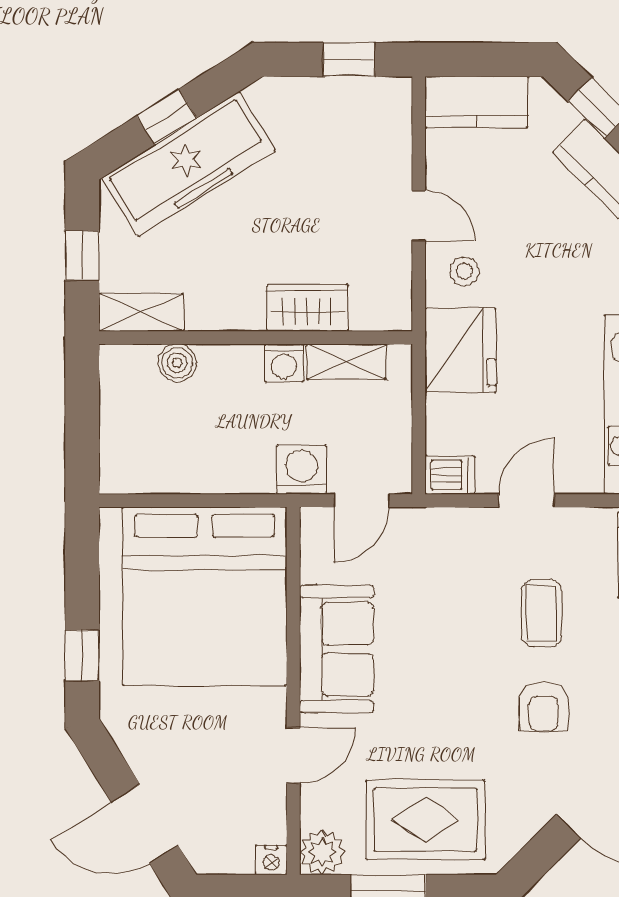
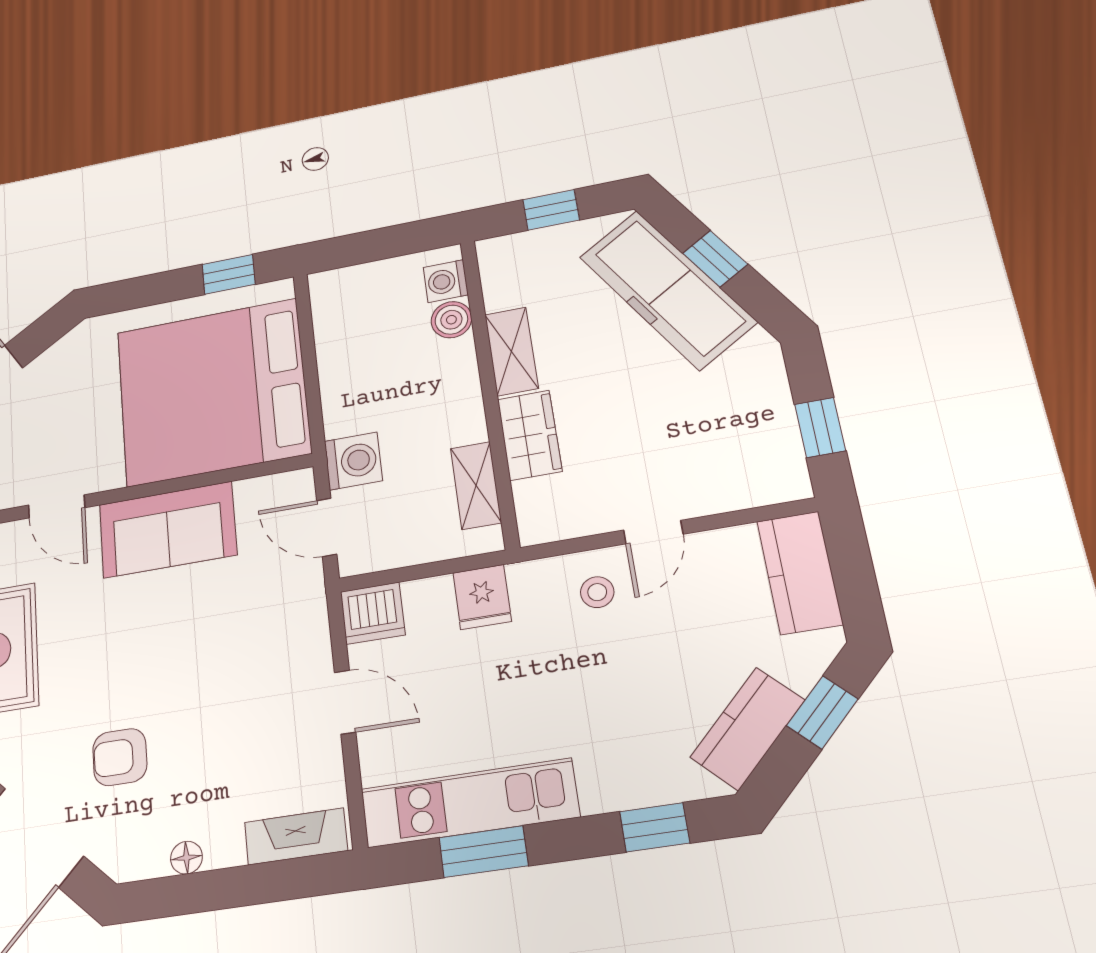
shelving: (141, 312) -> (511, 351), moved
fridge: (461, 350) -> (482, 597), width x0.53, depth x0.75
washing machine: (284, 363) -> (446, 281), moved
dishwasher: (450, 475) -> (373, 613), width x1.38
coffee table: (542, 613) -> (221, 739), removed
window: (82, 655) -> (229, 274), moved

